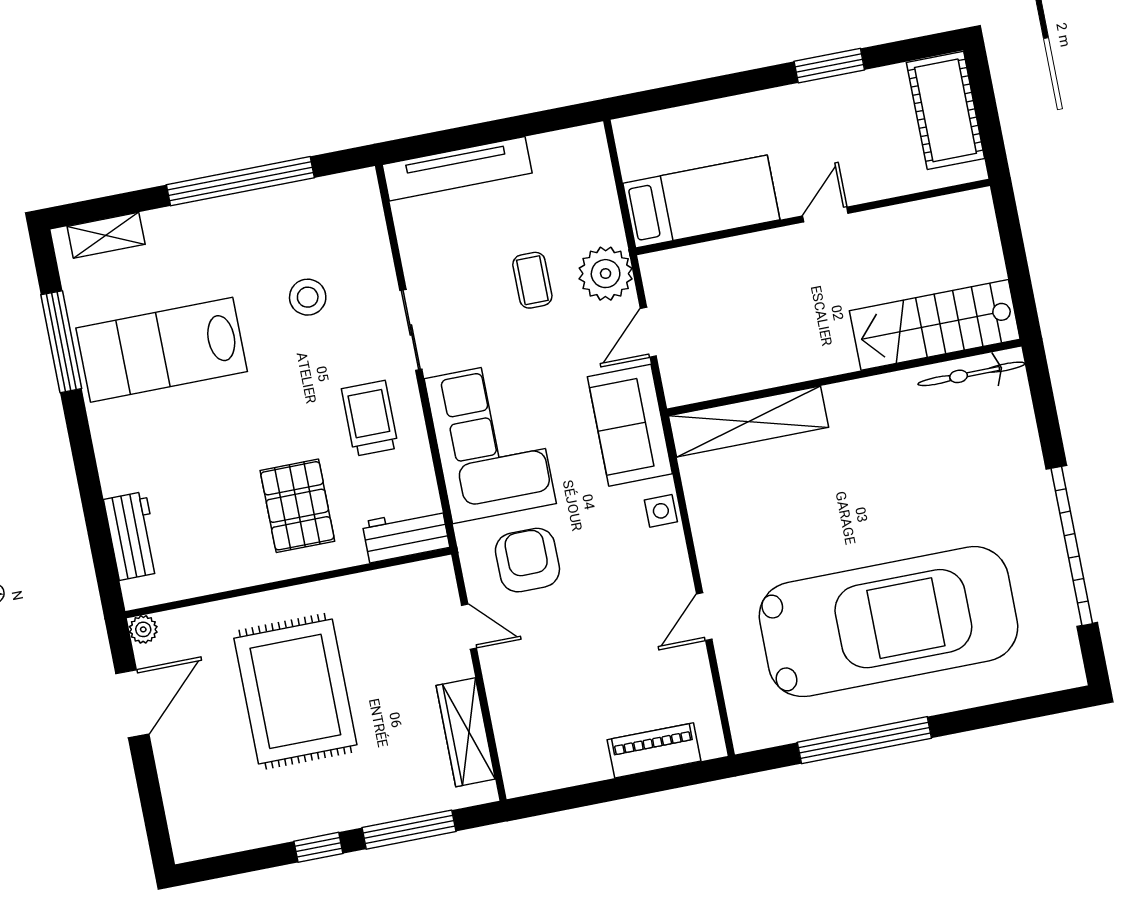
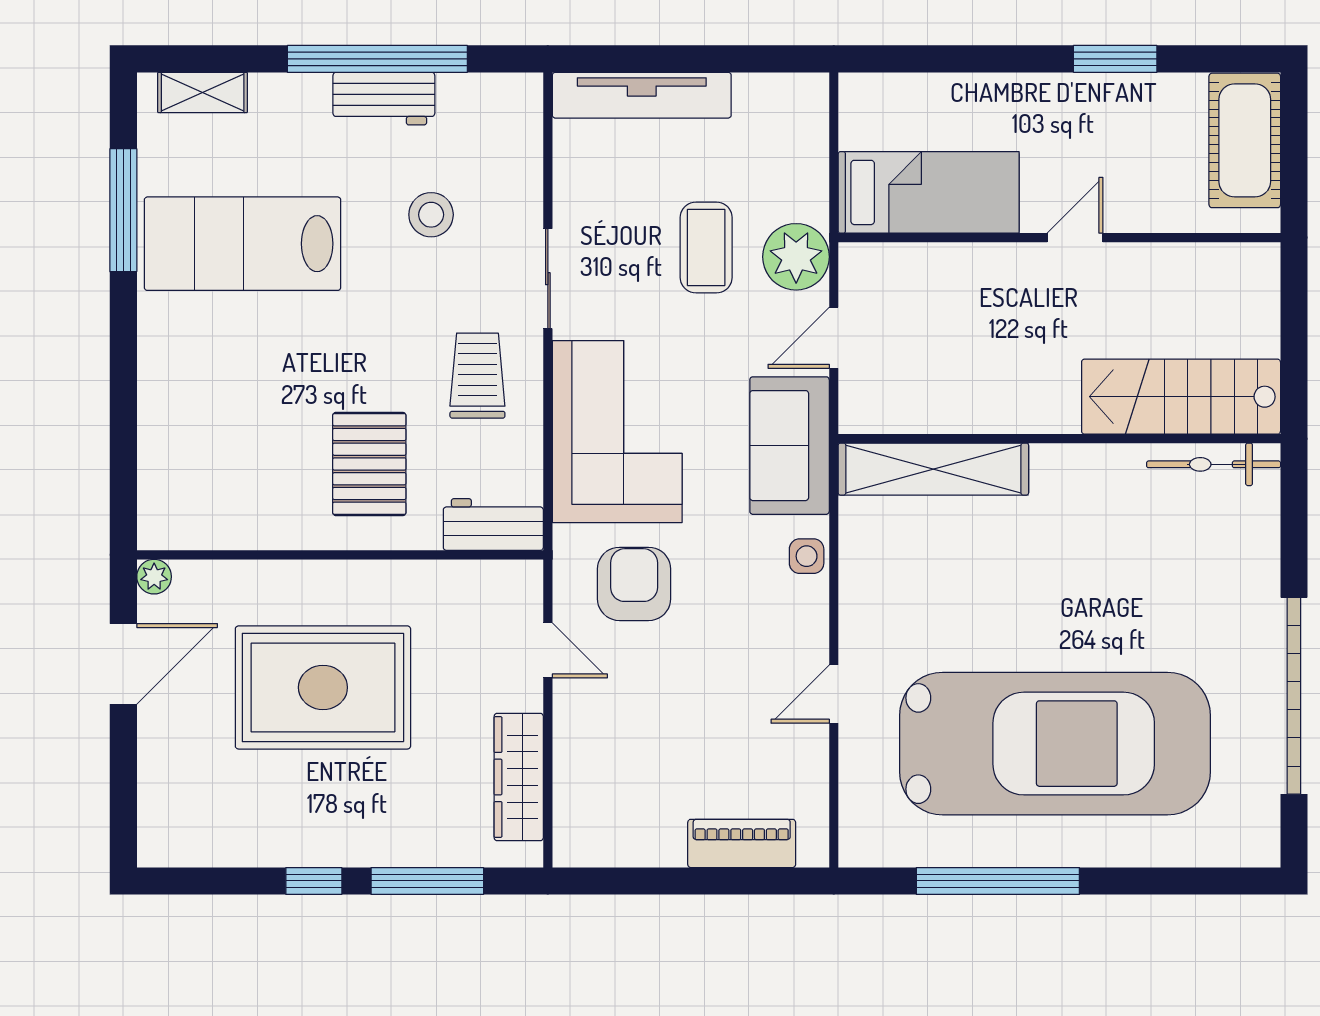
coffee table: (532, 280) -> (706, 247), width x1.36, depth x1.30
workbench: (132, 536) -> (384, 99), moved, turned 90
rug: (295, 691) -> (323, 687), turned 90

